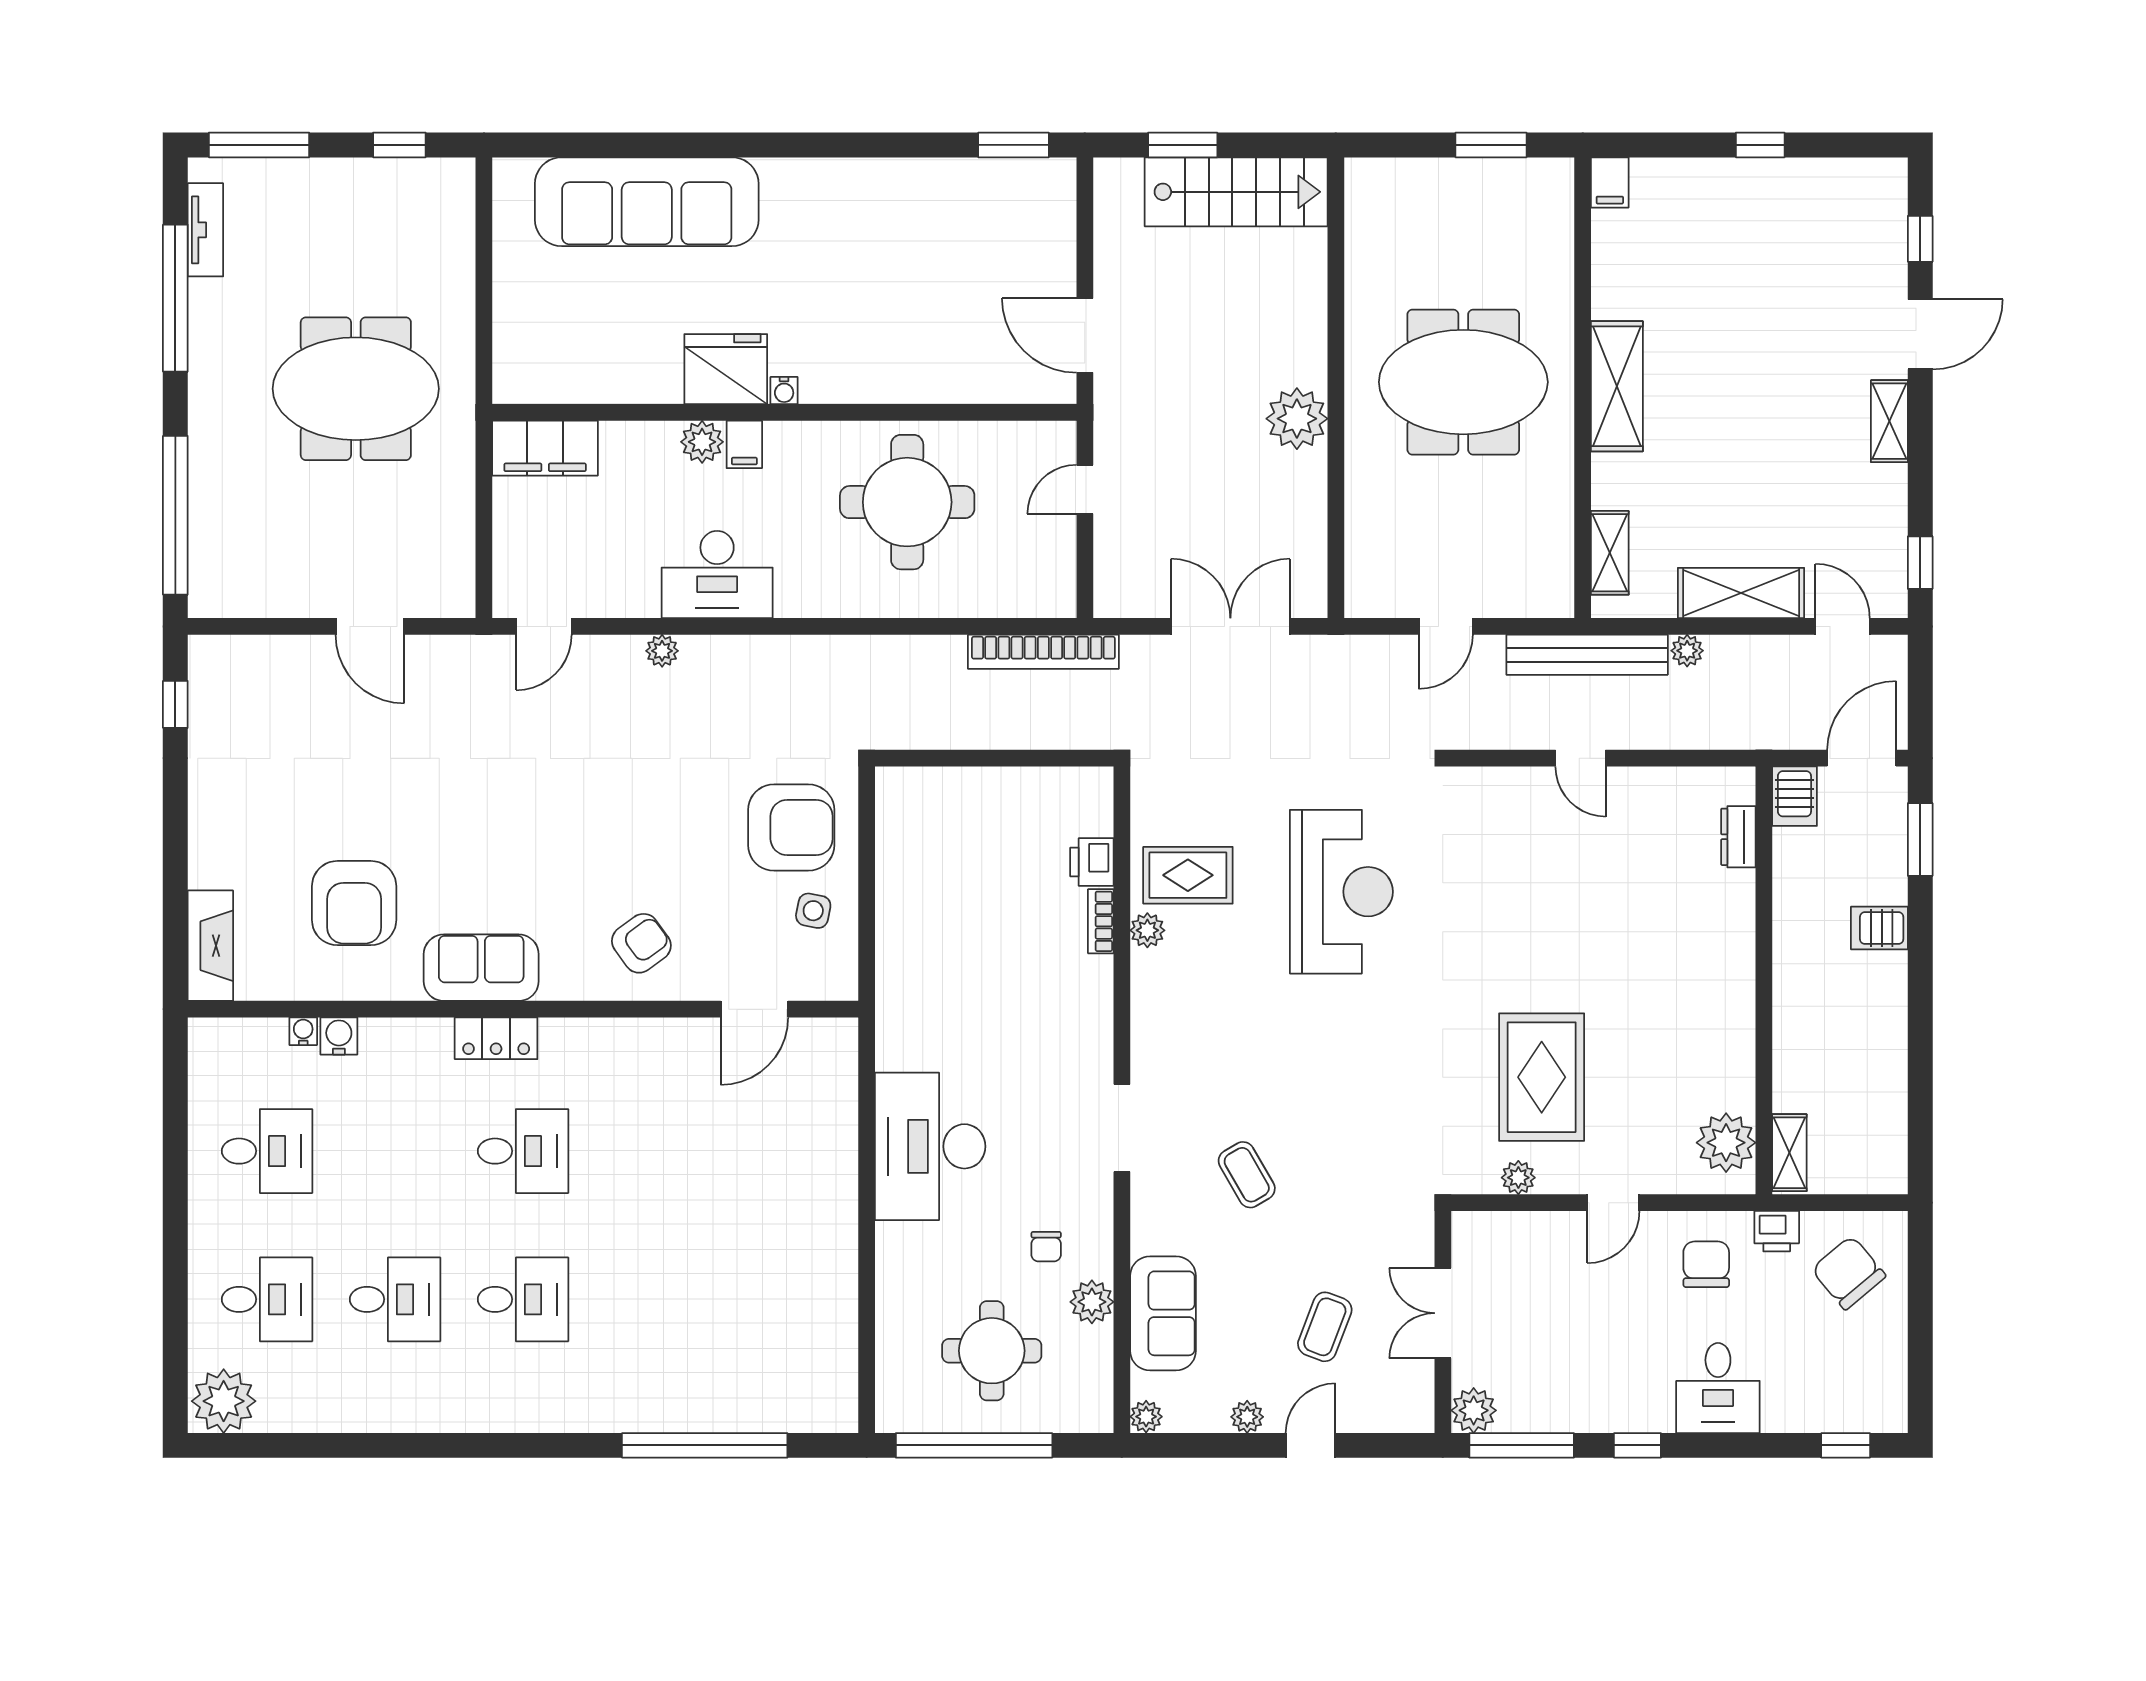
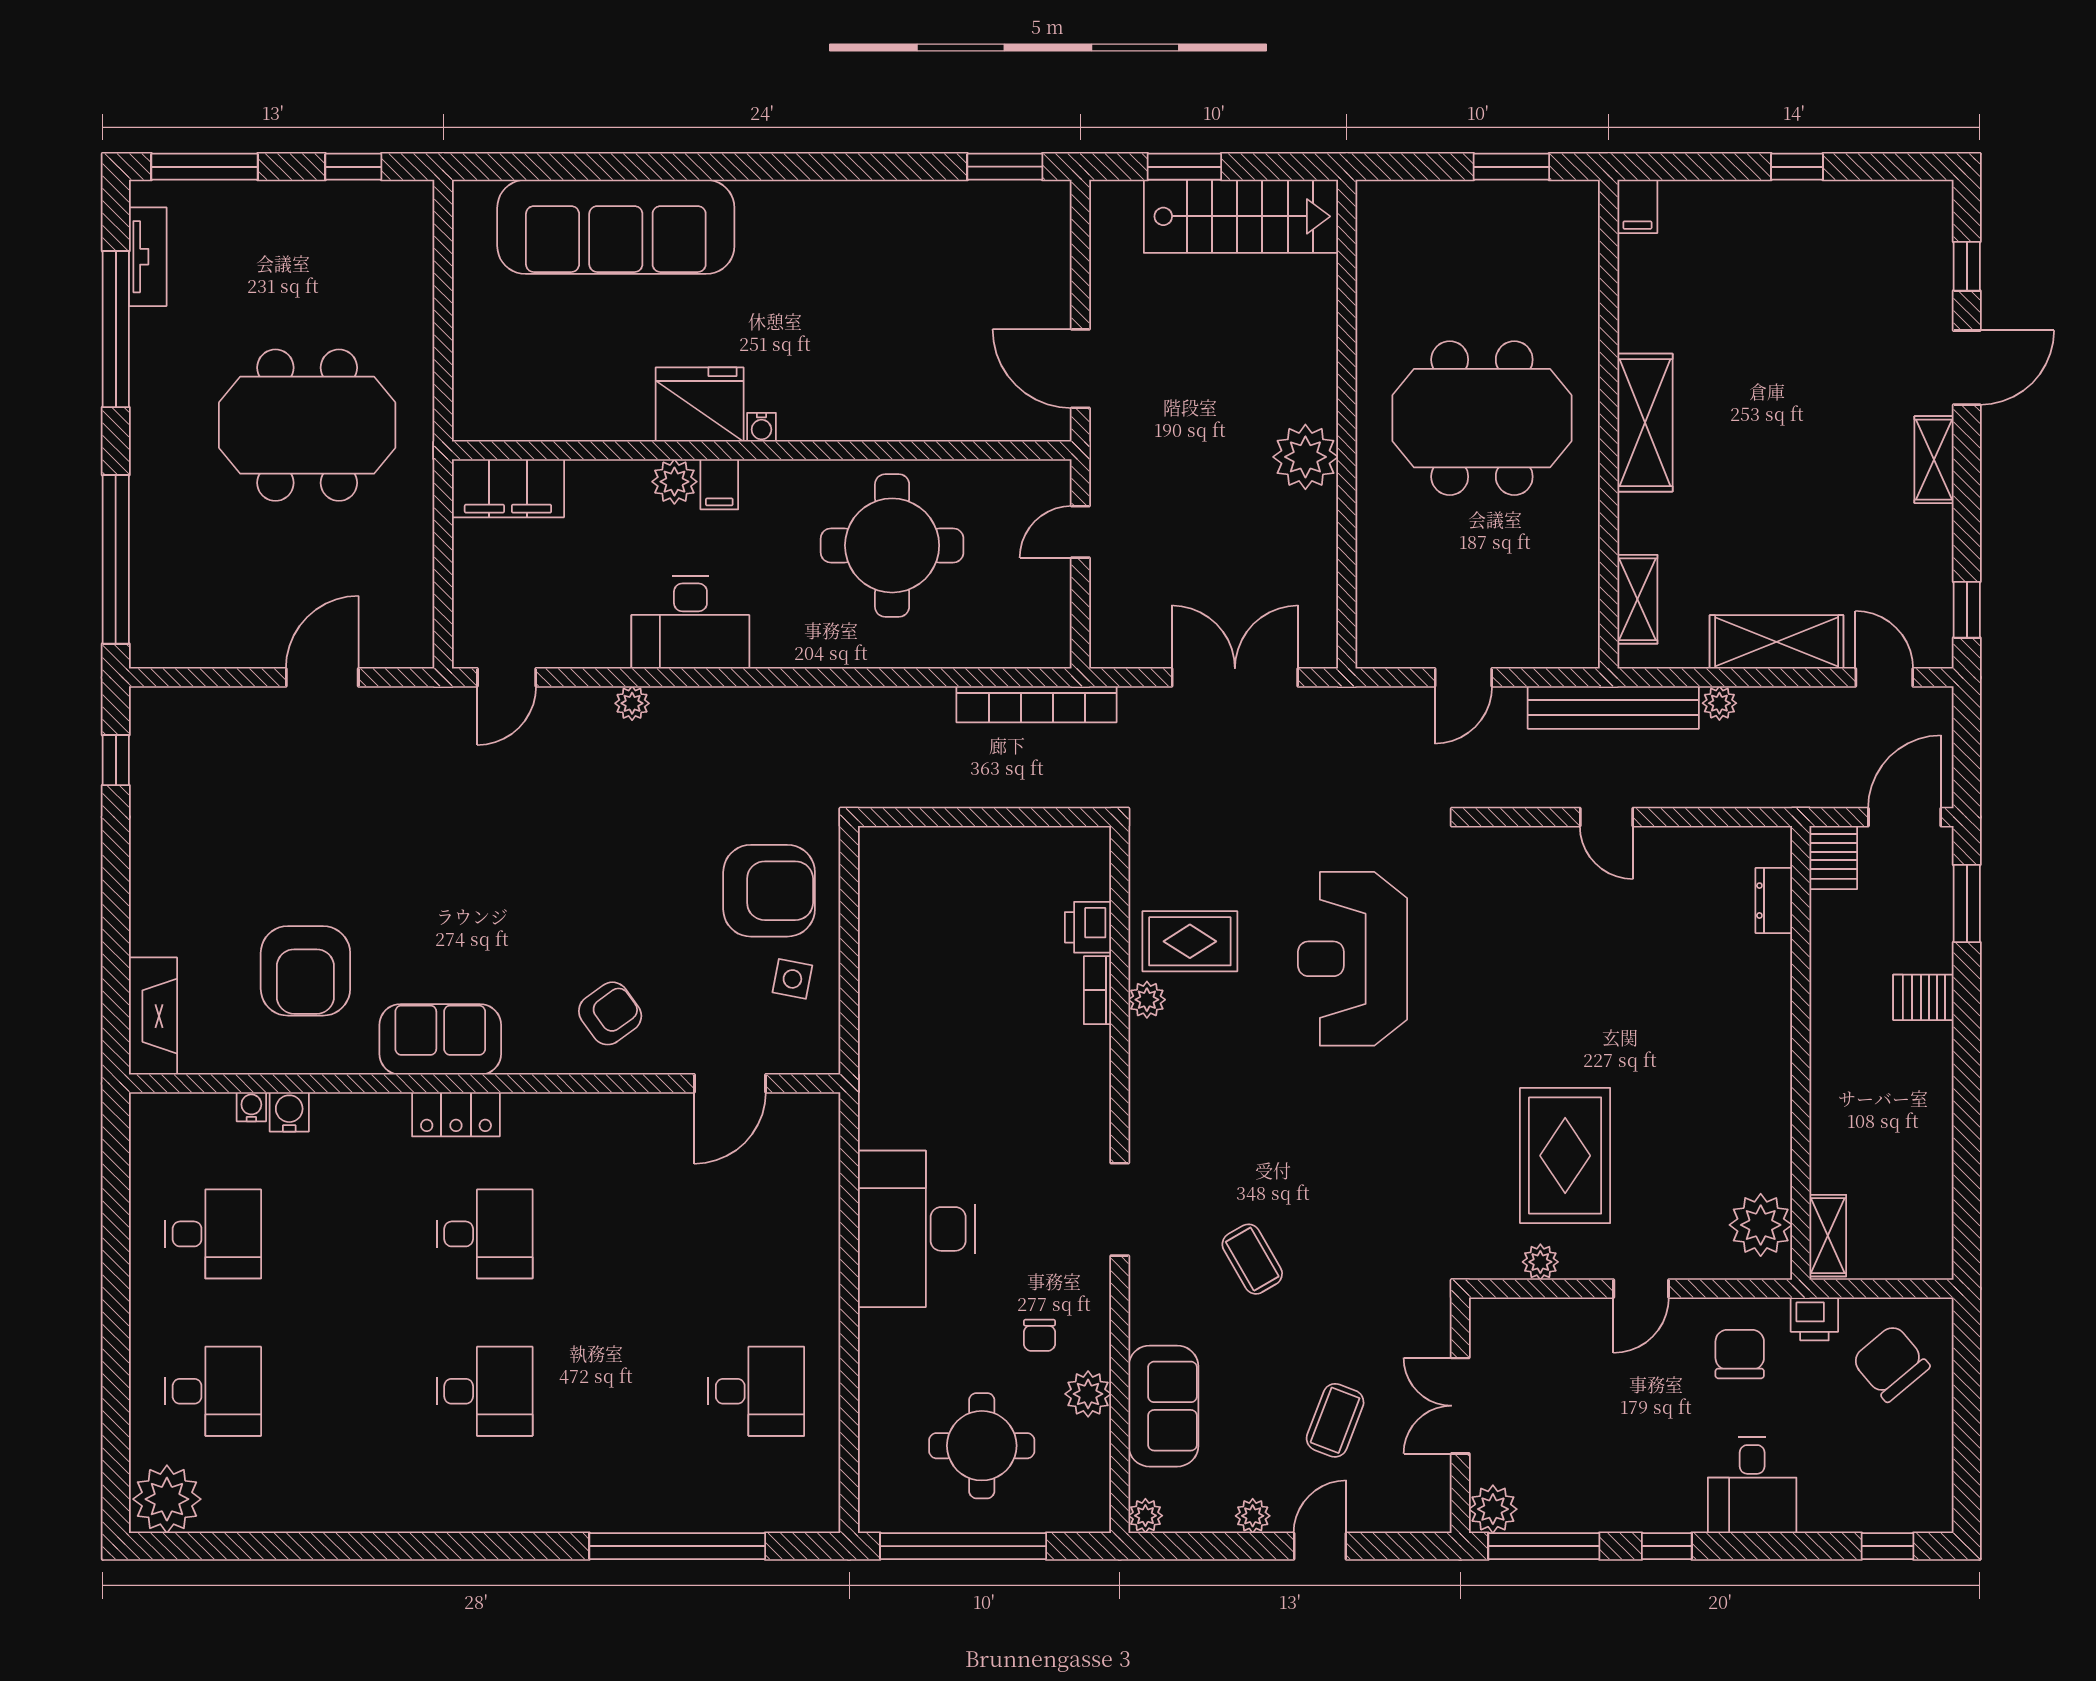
door: (370, 626) -> (322, 677), swing flipped
reception desk: (1341, 892) -> (1353, 959), turned 180
desk: (395, 1299) -> (756, 1391), moved

